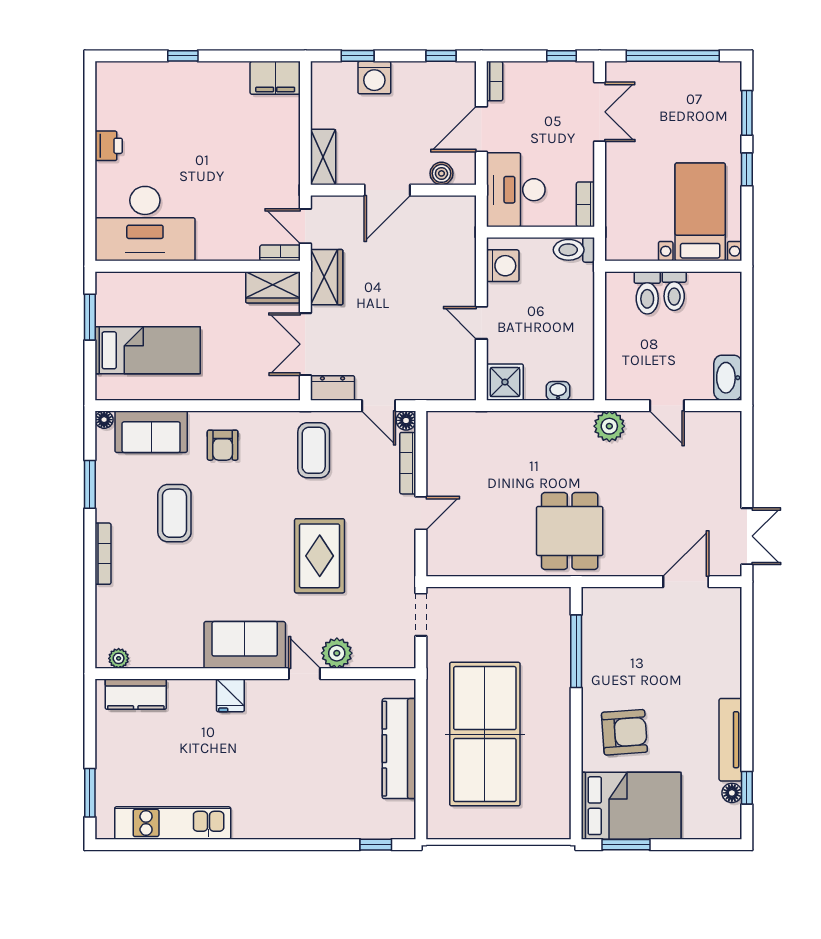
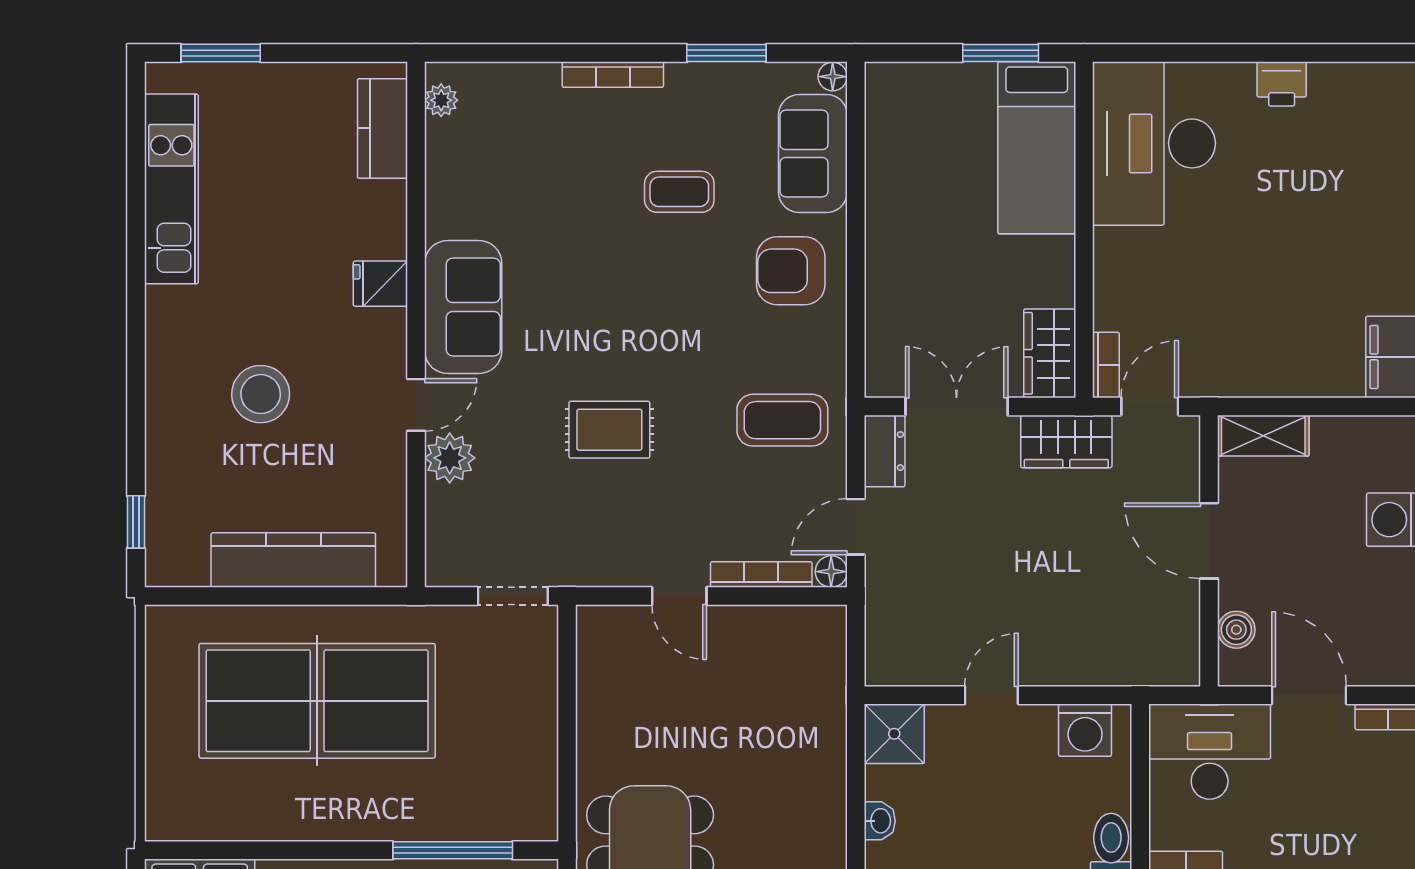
bed: (148, 350) -> (1037, 148), moved
armchair: (223, 445) -> (791, 271), width x1.38, depth x1.38
coffee table: (174, 513) -> (679, 192), width x0.73, depth x0.77
rug: (320, 556) -> (609, 430), width x0.73, depth x0.70
stool: (298, 768) -> (261, 394), added

